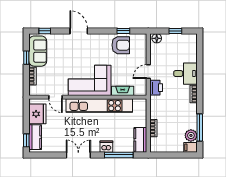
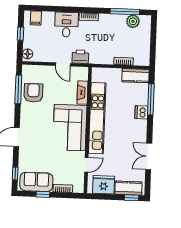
window: (123, 31) -> (18, 89), width x2.17
filing cabinet: (191, 147) -> (36, 18), moved
double door: (78, 155) -> (149, 156), moved

